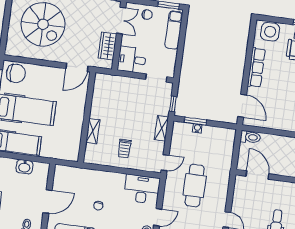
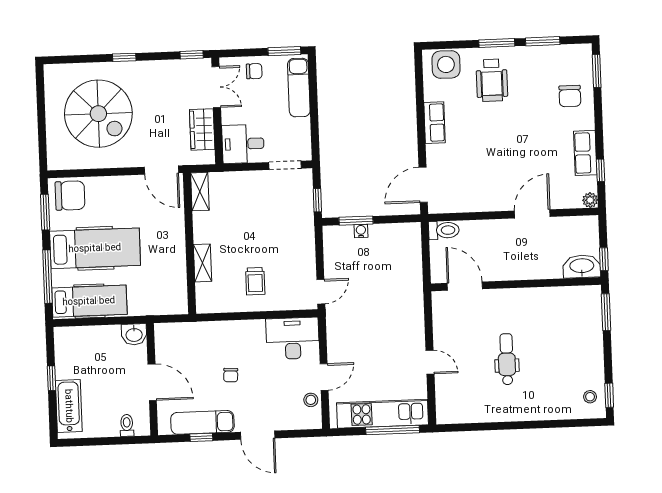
door: (77, 67) -> (161, 170), hinge flipped
row of seats: (256, 67) -> (435, 123), width x0.68
door: (242, 106) -> (423, 185), swing flipped
shelving: (162, 128) -> (200, 192), moved
washbasin: (24, 167) -> (134, 334), moved
cafe table: (195, 186) -> (372, 319), removed
door: (47, 202) -> (152, 382), hinge flipped

